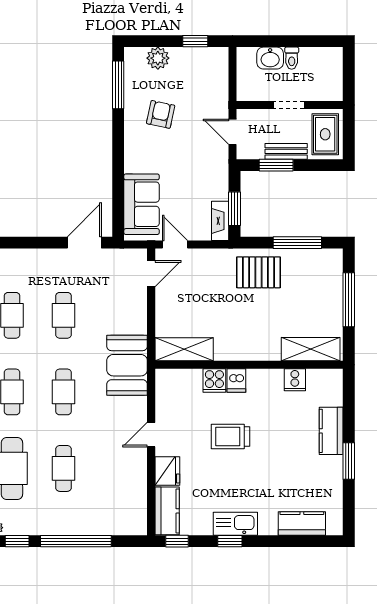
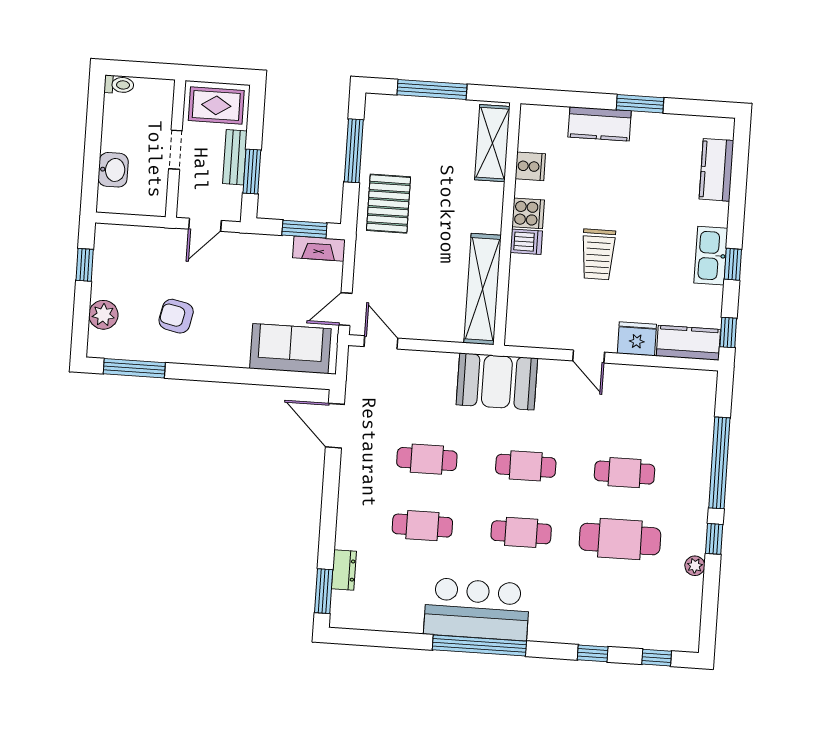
toilet: (292, 58) -> (119, 85), moved
shelving: (184, 349) -> (482, 289), width x1.47
cooker: (214, 380) -> (528, 213), moved

